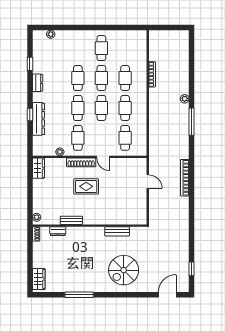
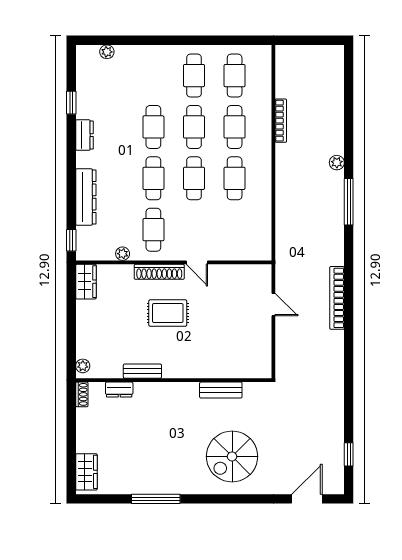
window: (30, 114) -> (71, 240), moved
cafe table: (125, 138) -> (235, 76), moved

